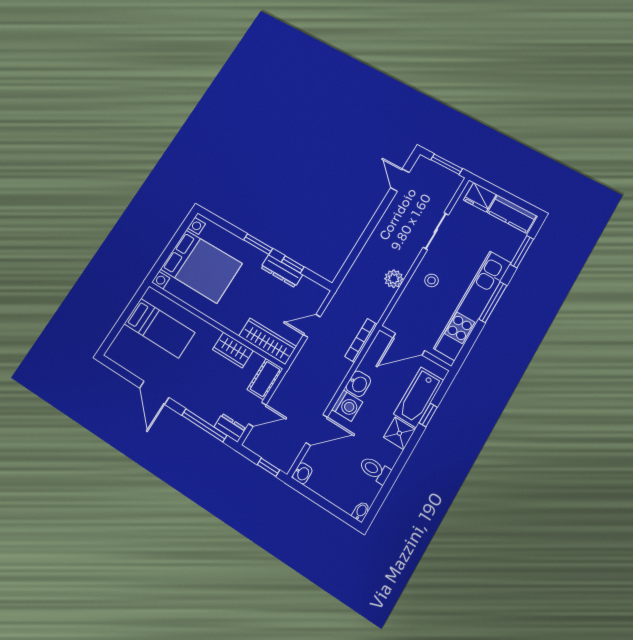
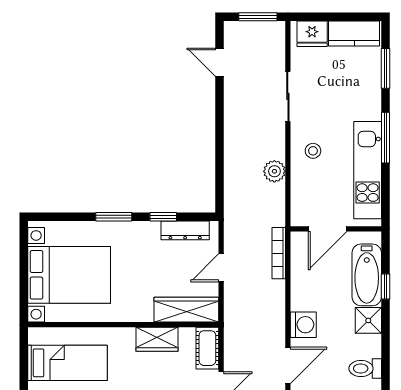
dresser: (282, 271) -> (185, 230), moved
kitchen unit: (473, 305) -> (368, 170), width x0.73
washbasin: (358, 384) -> (301, 297), removed

